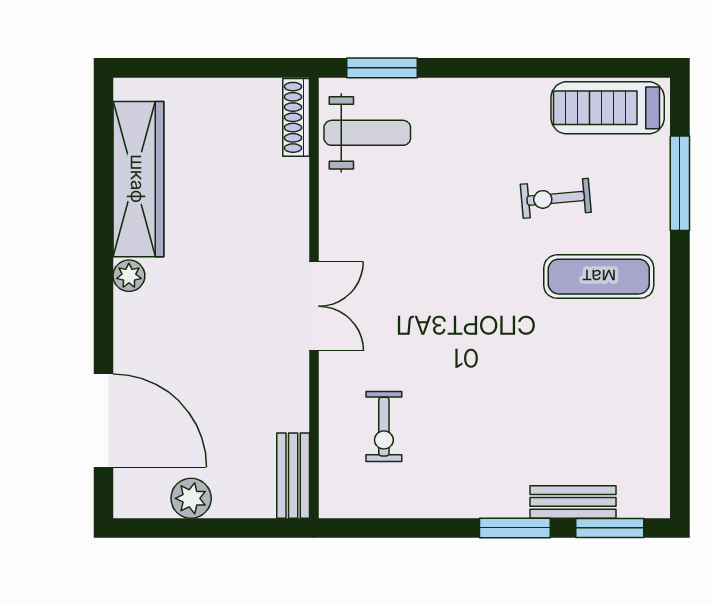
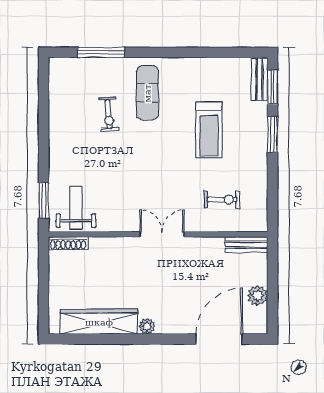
treadmill: (608, 108) -> (209, 130), moved
bench: (573, 502) -> (259, 79), moved

